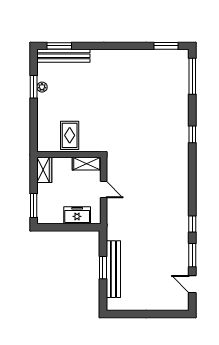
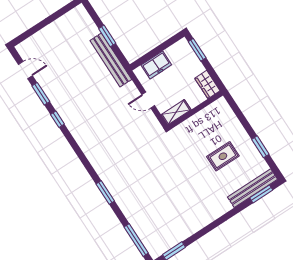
plant: (42, 87) -> (253, 151), removed
window: (192, 134) -> (105, 193), width x1.50
rug: (70, 135) -> (223, 156), moved, turned 90
bench: (113, 269) -> (111, 60), moved

